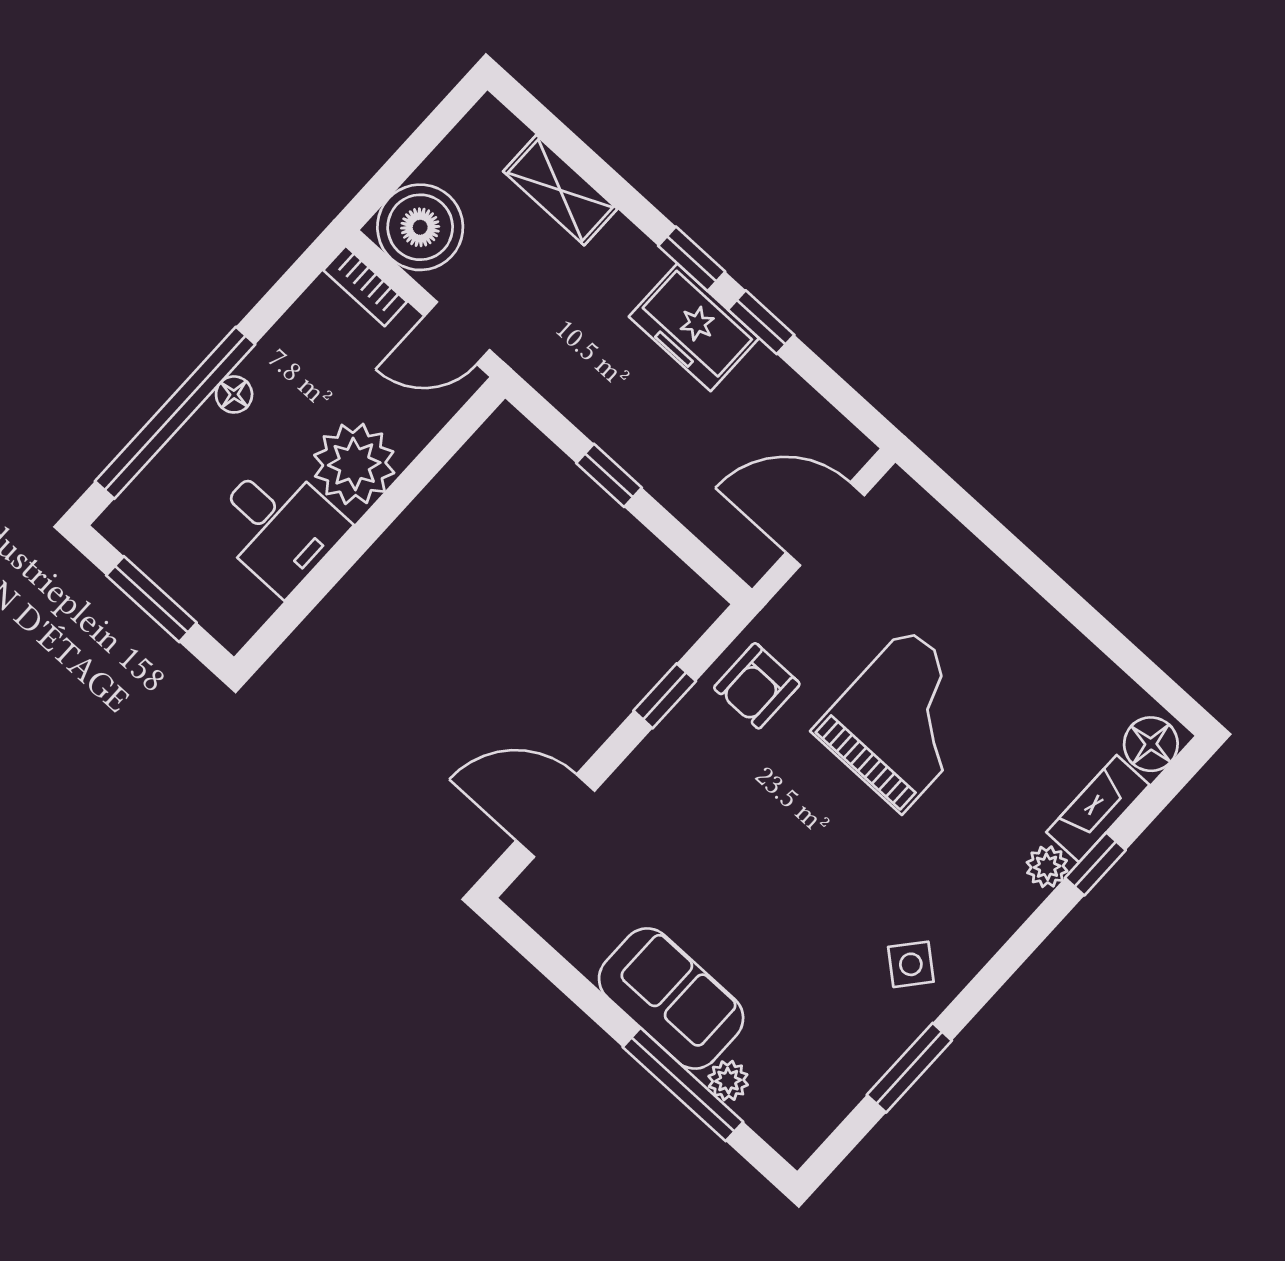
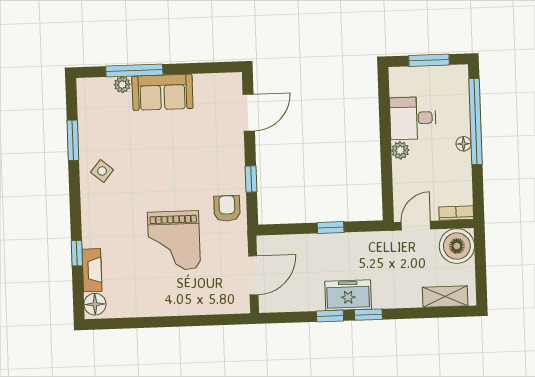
shelving: (560, 190) -> (445, 296), moved
plant: (354, 464) -> (400, 150), width x0.53, depth x0.53
plant: (1047, 867) -> (90, 239), removed

